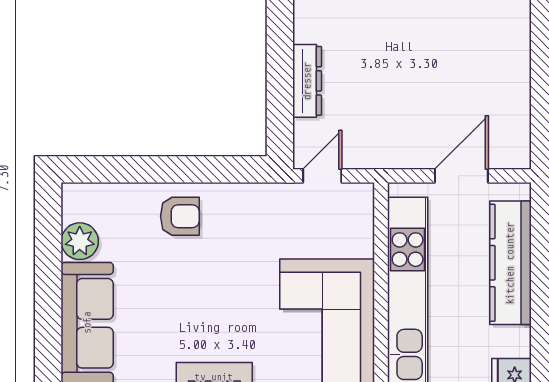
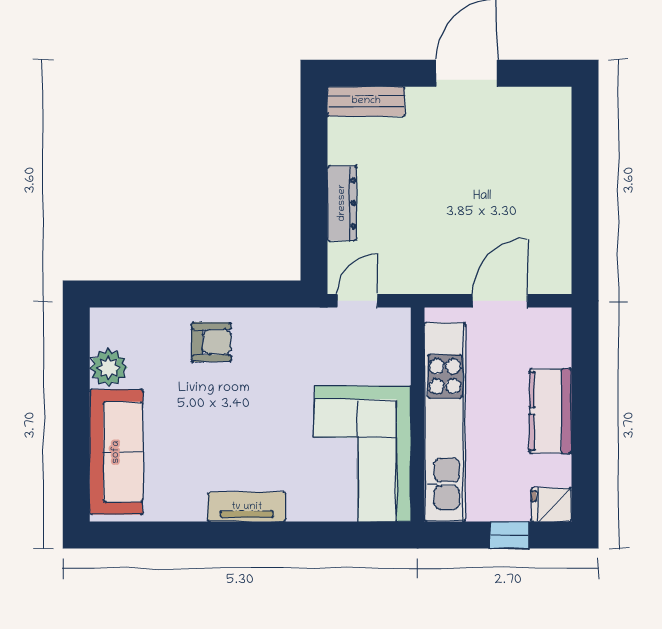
kitchen counter: (510, 263) -> (550, 411), width x0.67

